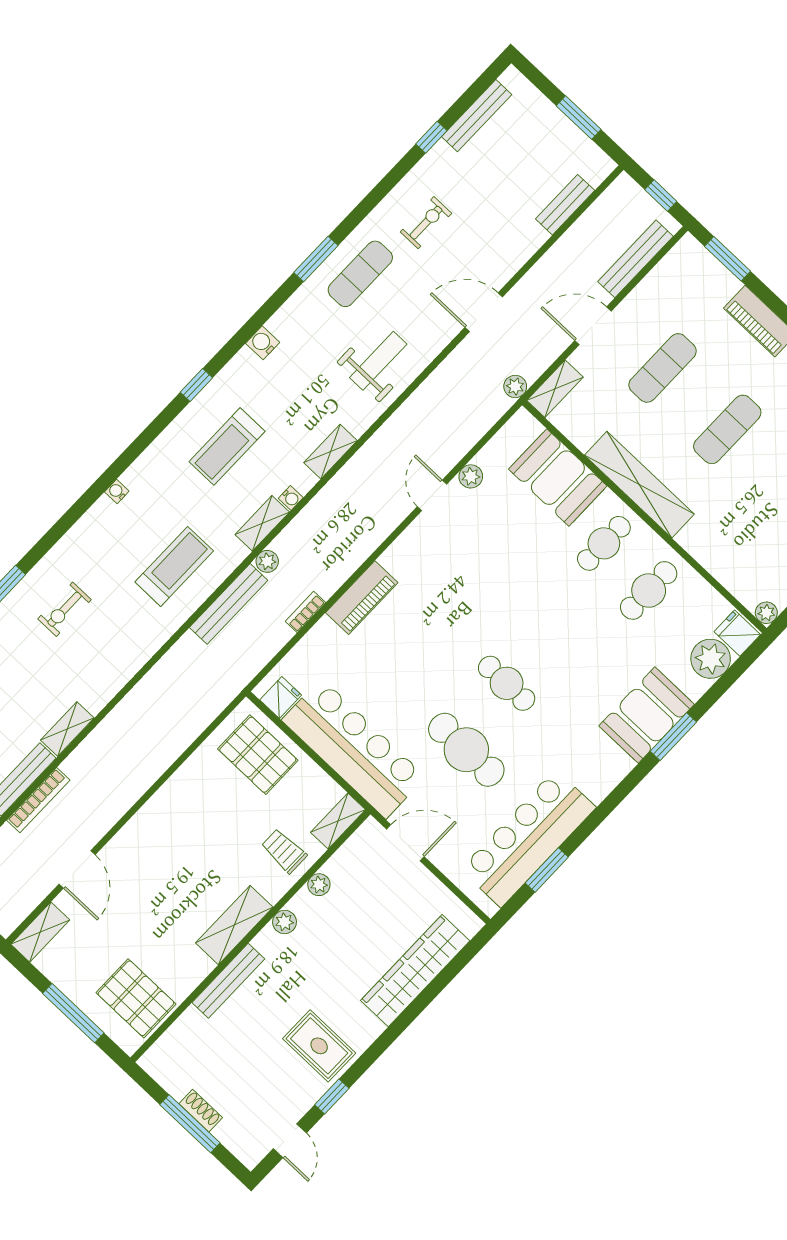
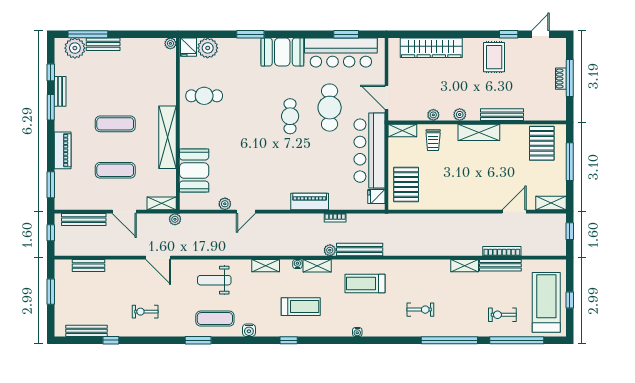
exercise mat: (360, 274) -> (215, 319), moved
cafe table: (604, 543) -> (202, 130), removed
booth: (647, 715) -> (282, 52), moved

